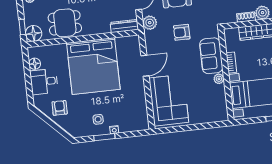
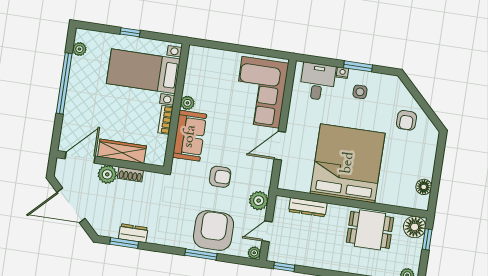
dresser: (124, 26) -> (308, 207), moved
desk: (44, 82) -> (318, 82), moved, turned -90

